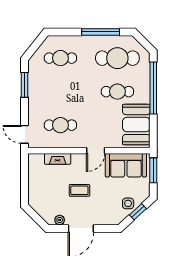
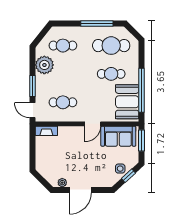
plant: (39, 81) -> (44, 65), added
window: (24, 85) -> (32, 86), moved
window: (153, 88) -> (142, 90), moved
fireplace: (58, 159) -> (46, 131), moved
coffee table: (79, 190) -> (79, 158), removed

